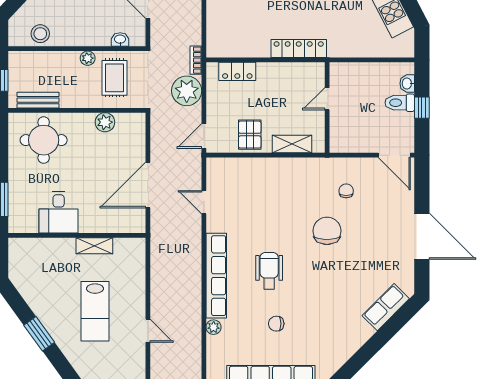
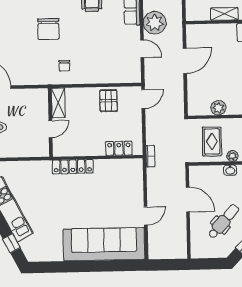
washbasin: (120, 40) -> (230, 170), moved
plant: (187, 91) -> (155, 23), moved
shelving: (292, 144) -> (58, 103), moved, turned 90
door: (148, 185) -> (185, 61), width x0.73
chair: (346, 191) -> (64, 66), moved

